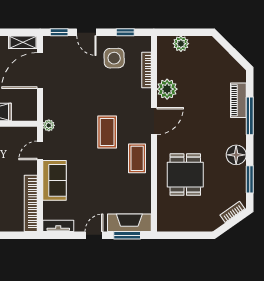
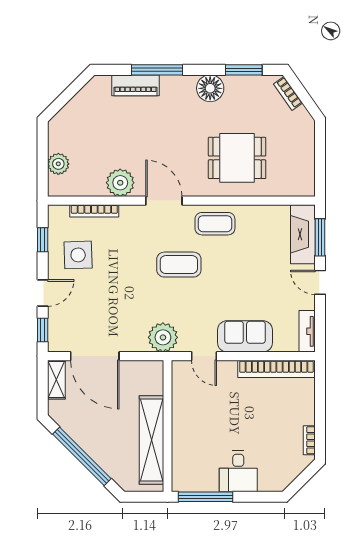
plant: (49, 125) -> (163, 337), width x1.87, depth x1.87

